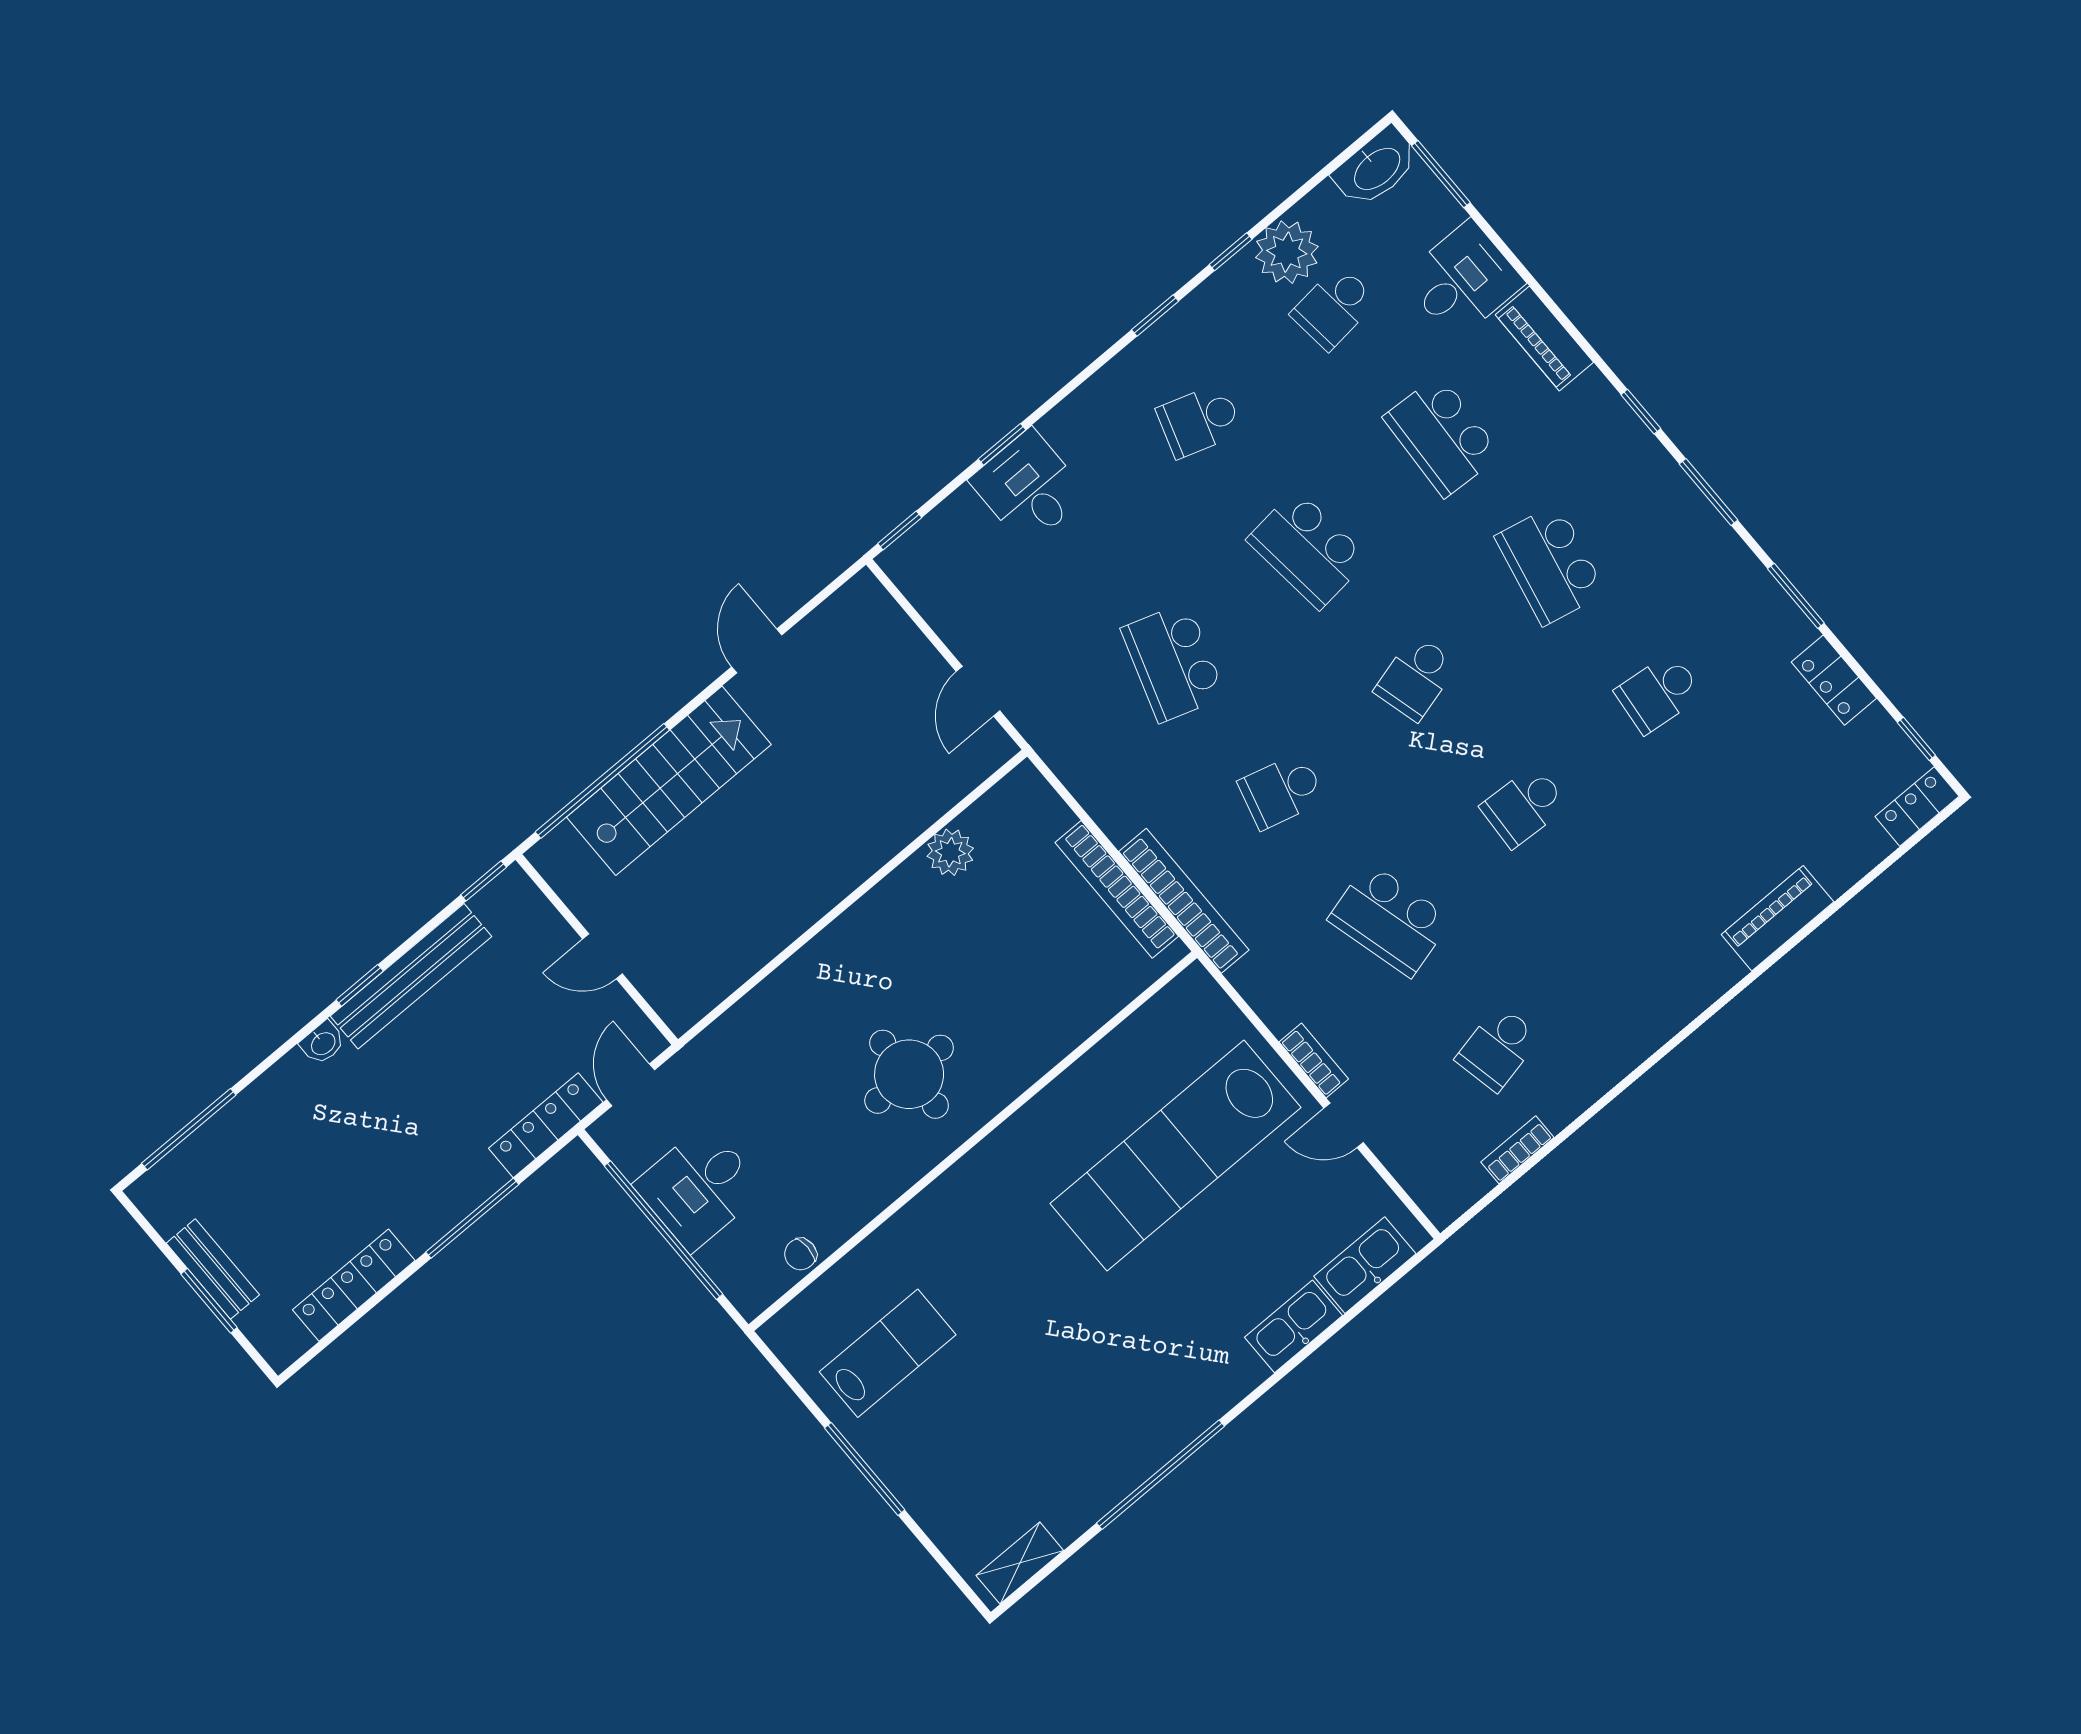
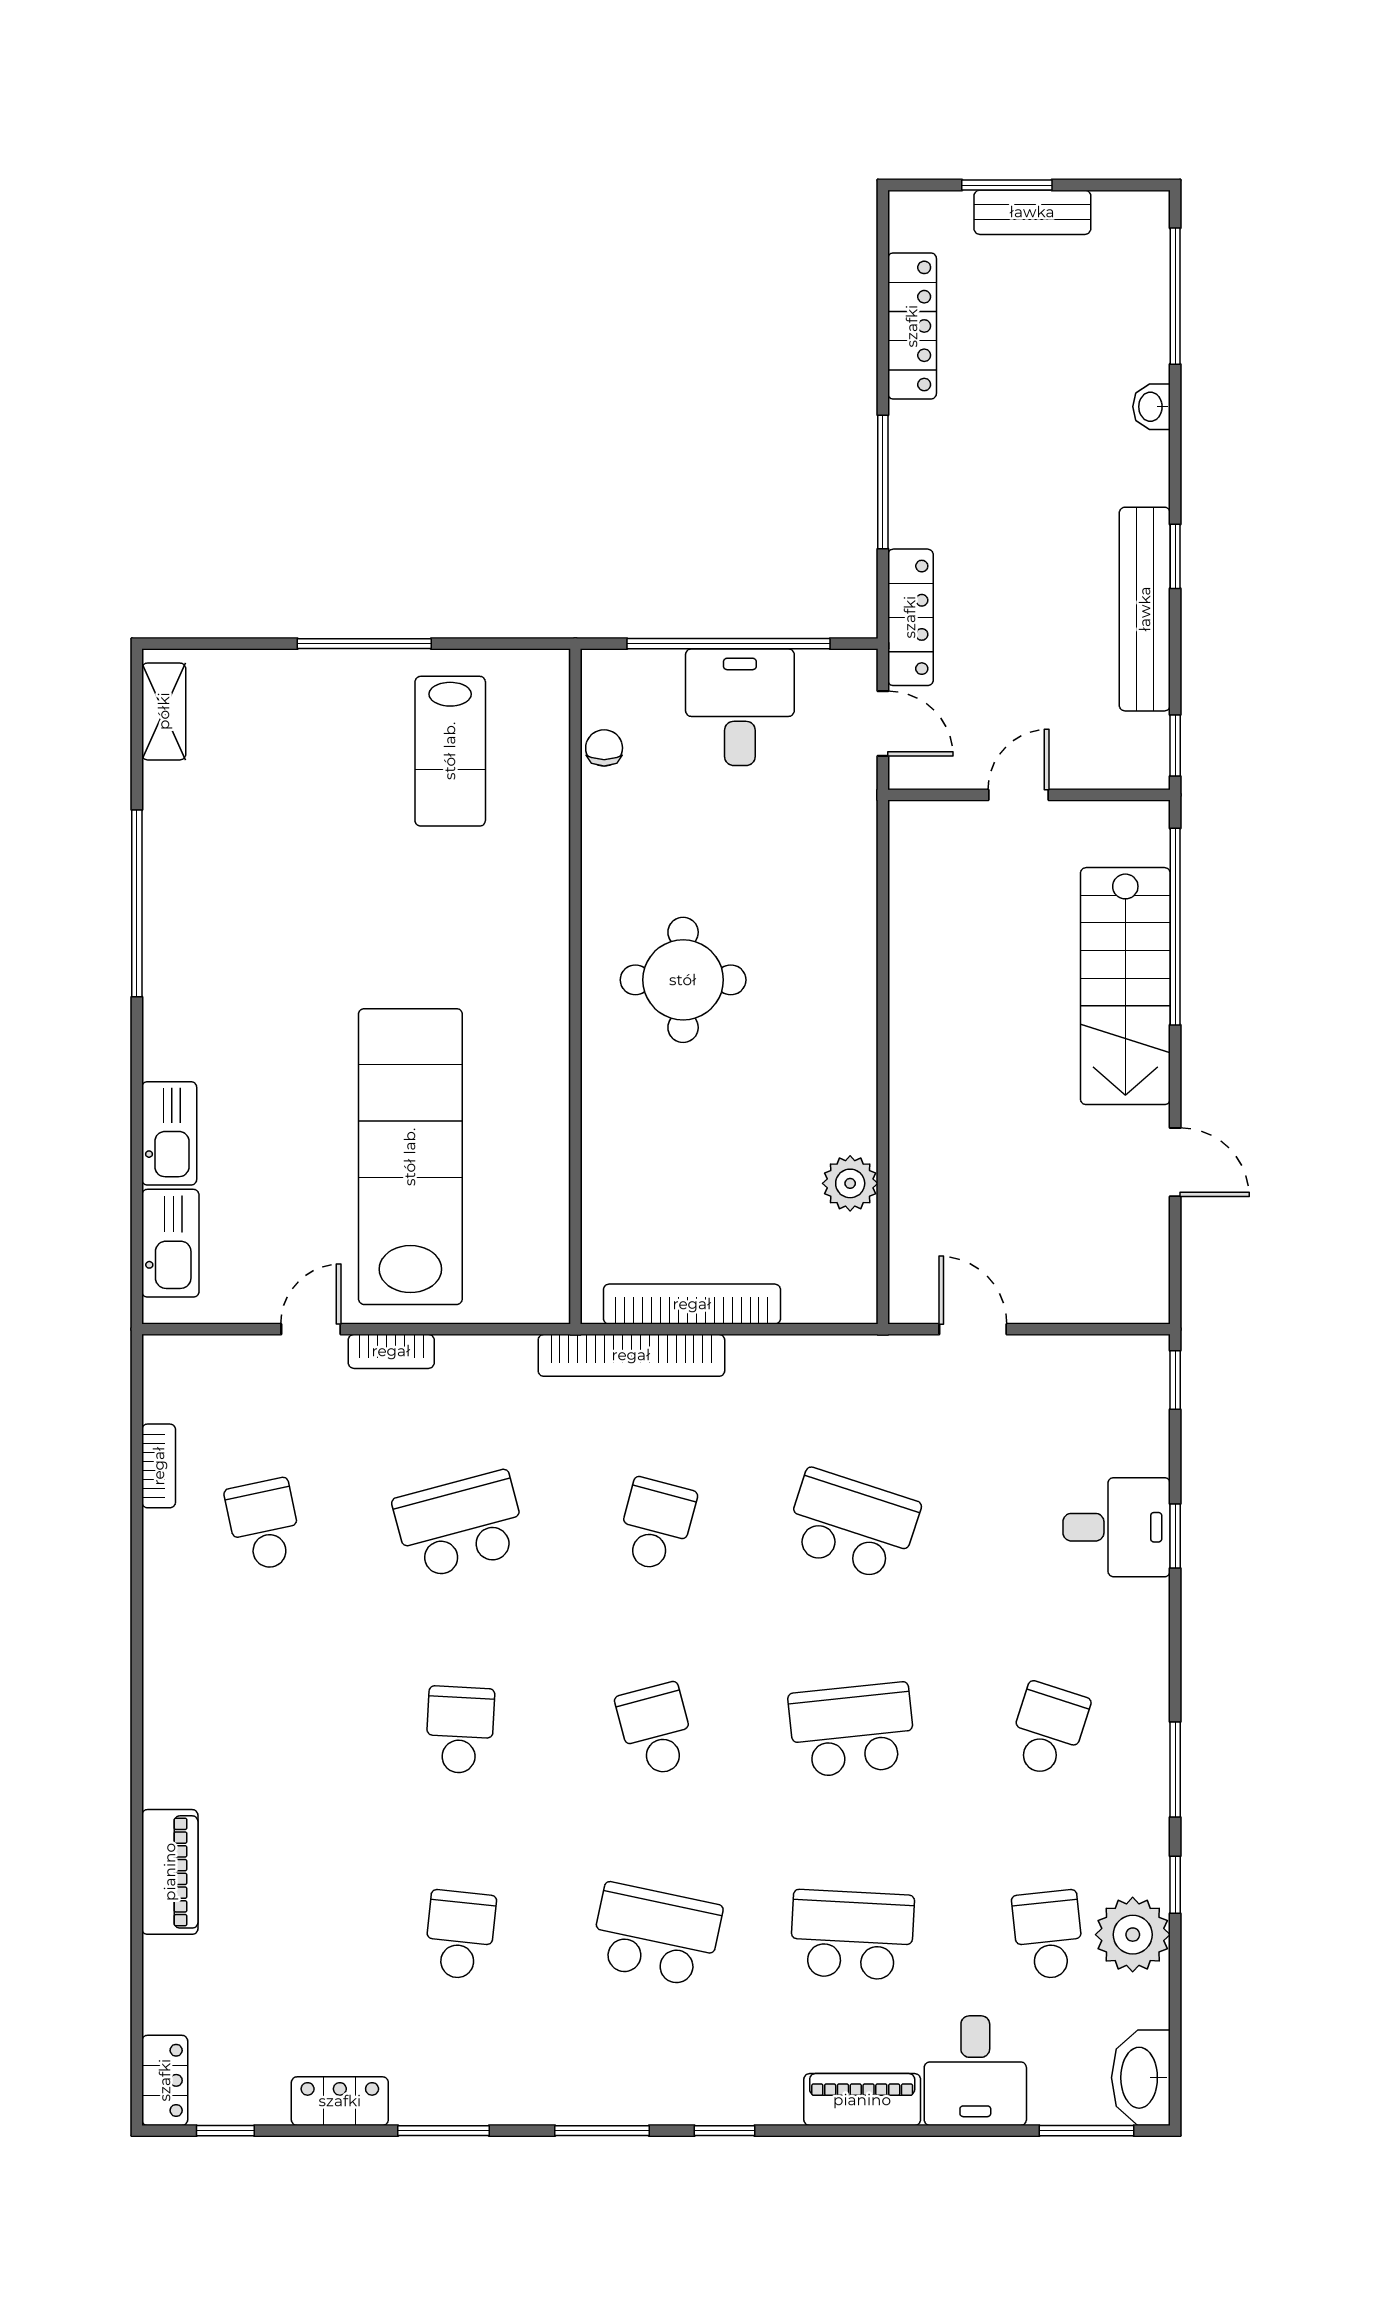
window: (1155, 315) -> (1175, 1769), width x1.50
washbasin: (323, 1043) -> (1152, 407), moved

